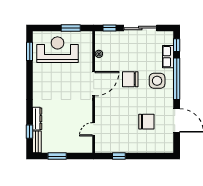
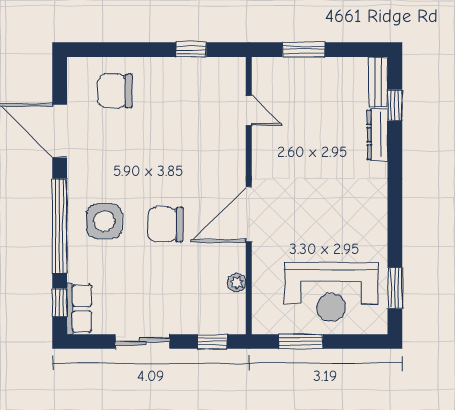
sliding door: (140, 28) -> (142, 342), width x0.73
row of seats: (168, 57) -> (79, 309), moved
chair: (130, 79) -> (166, 225), turned 180
chair: (146, 122) -> (115, 91), moved
door: (94, 129) -> (249, 111), hinge flipped
window: (57, 156) -> (304, 50), moved

